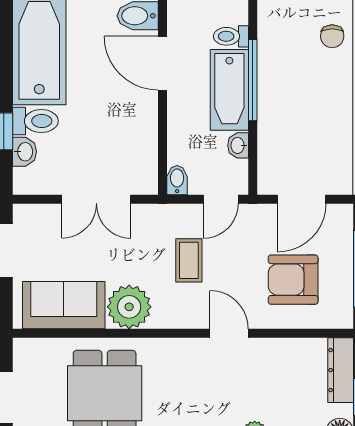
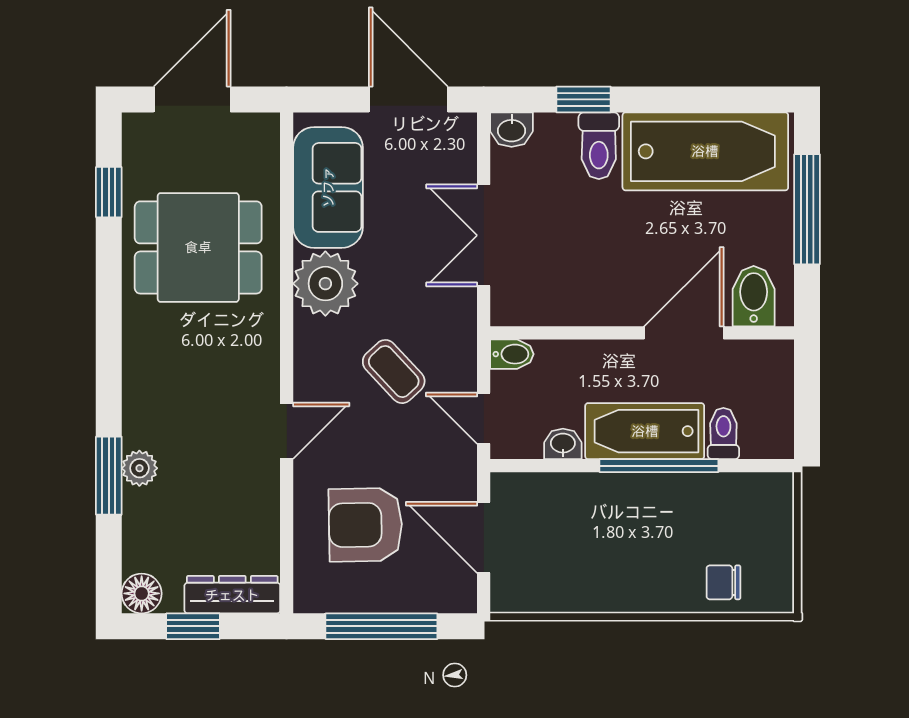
washbasin: (24, 152) -> (512, 130), moved
coffee table: (189, 260) -> (394, 372), turned 47
armchair: (293, 280) -> (365, 525), turned -91

